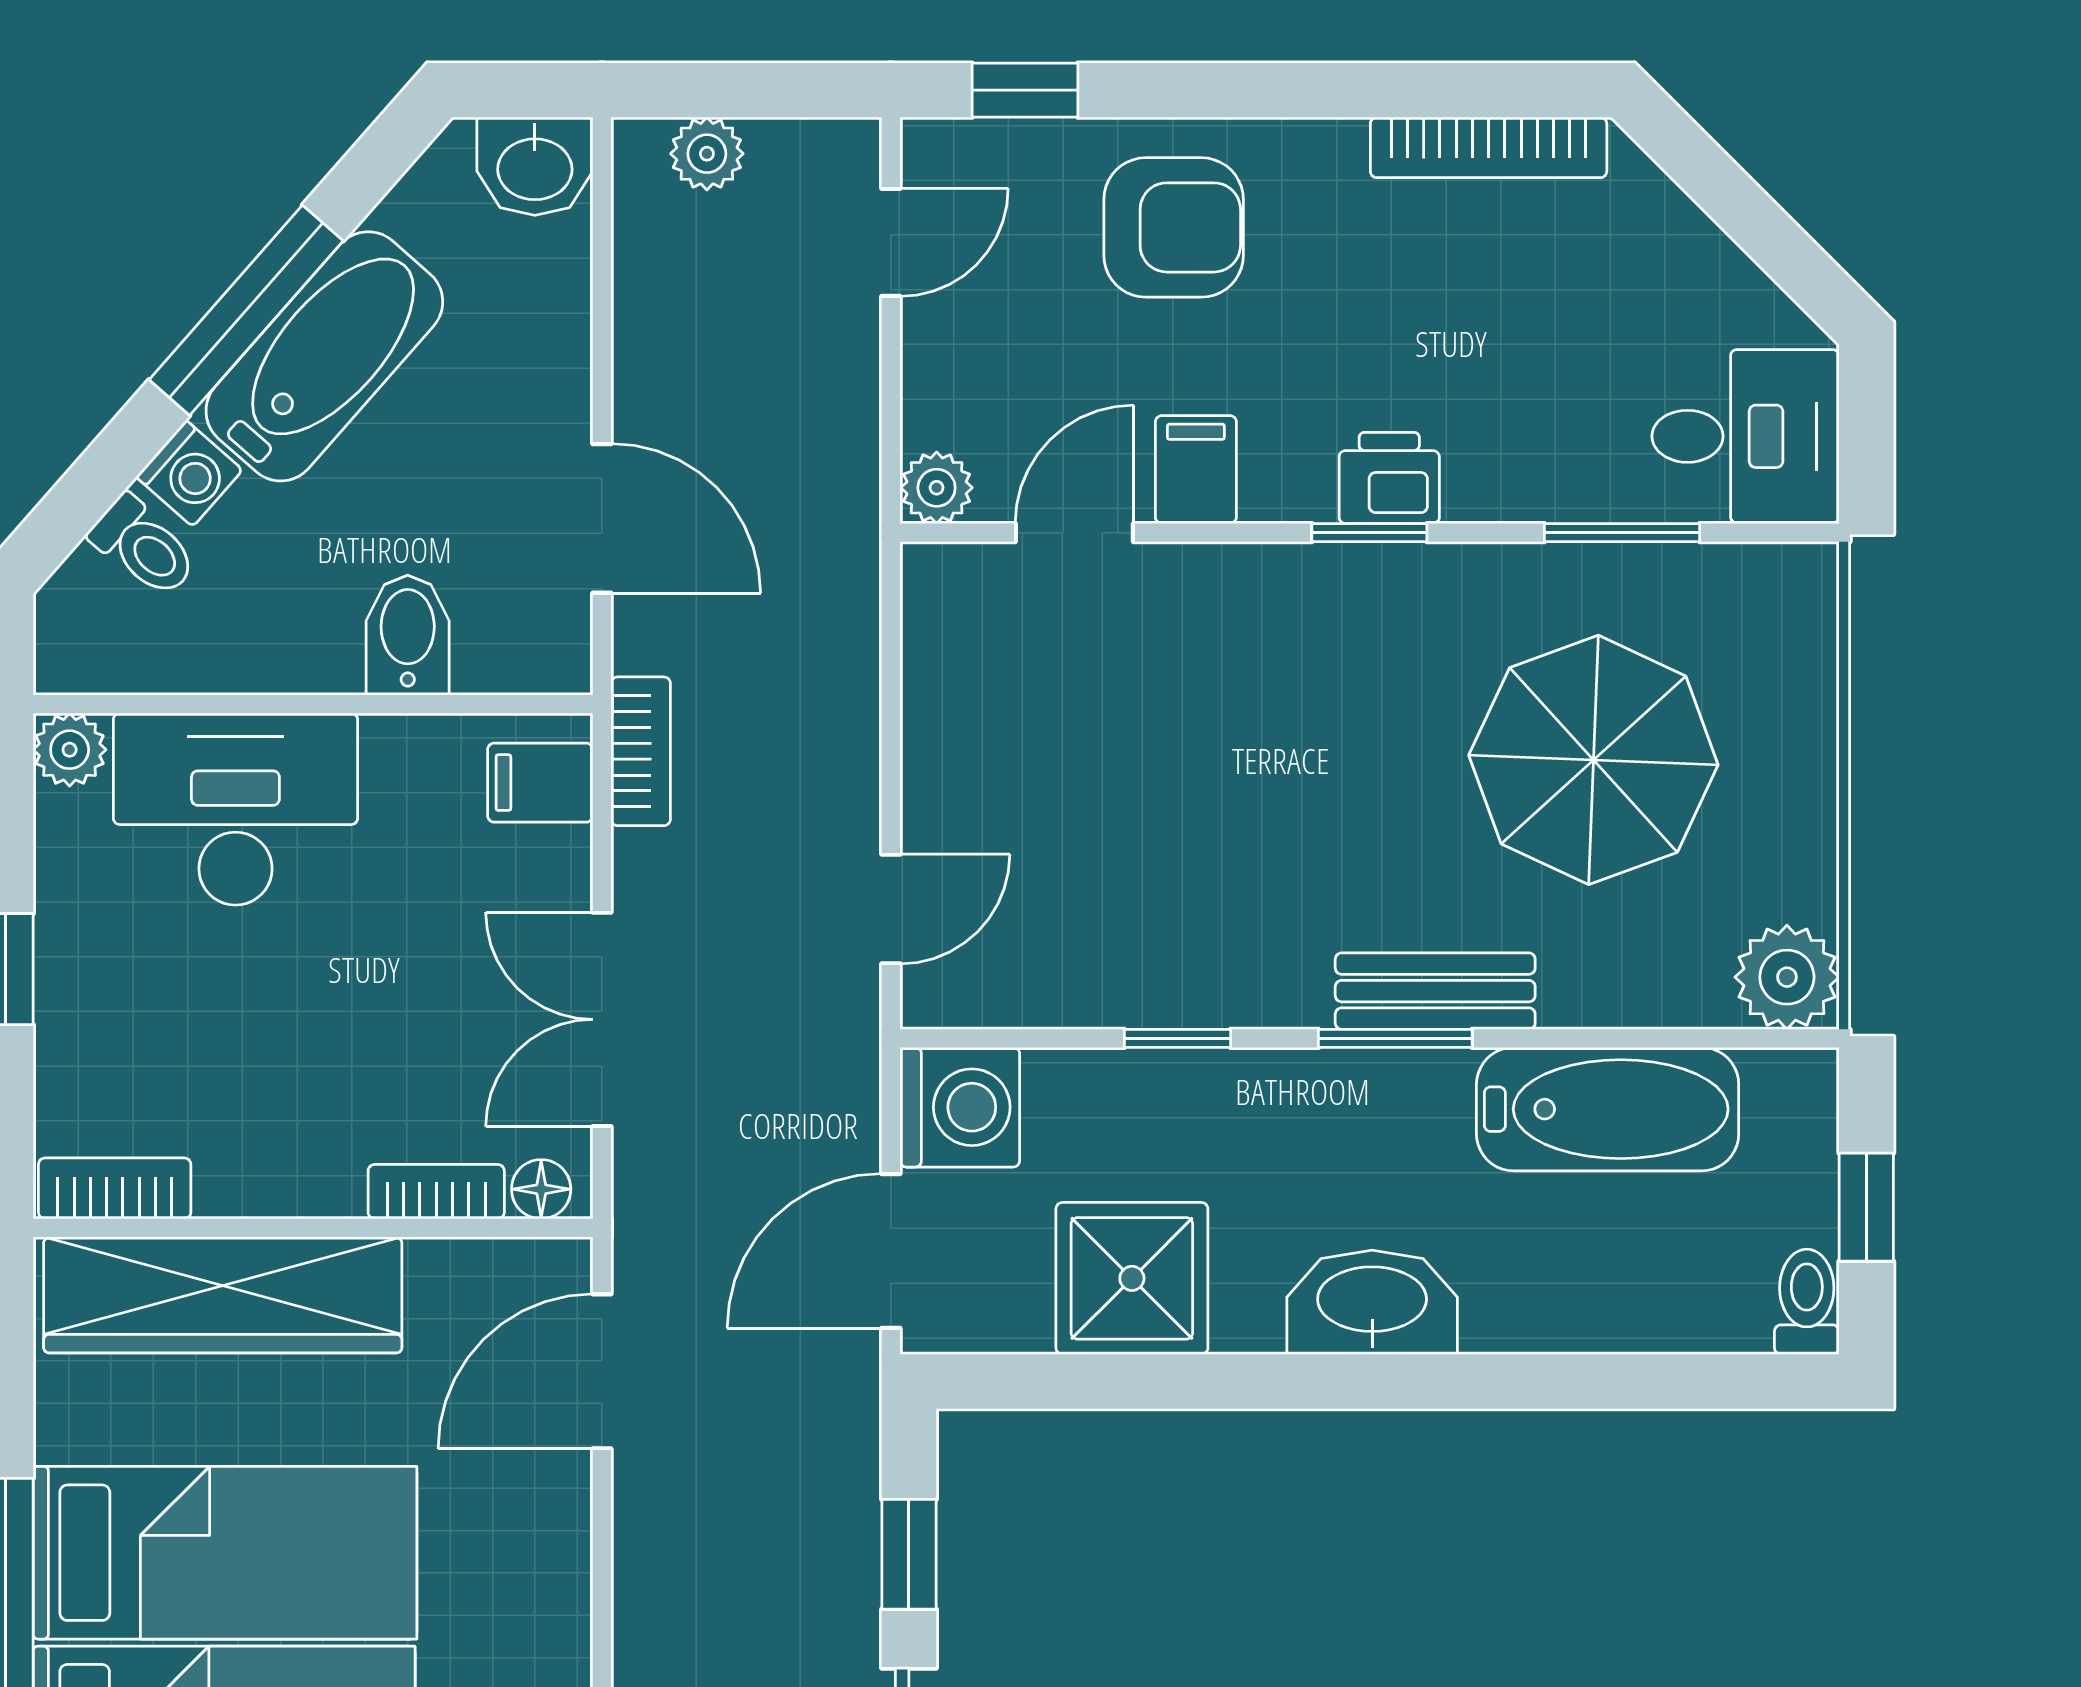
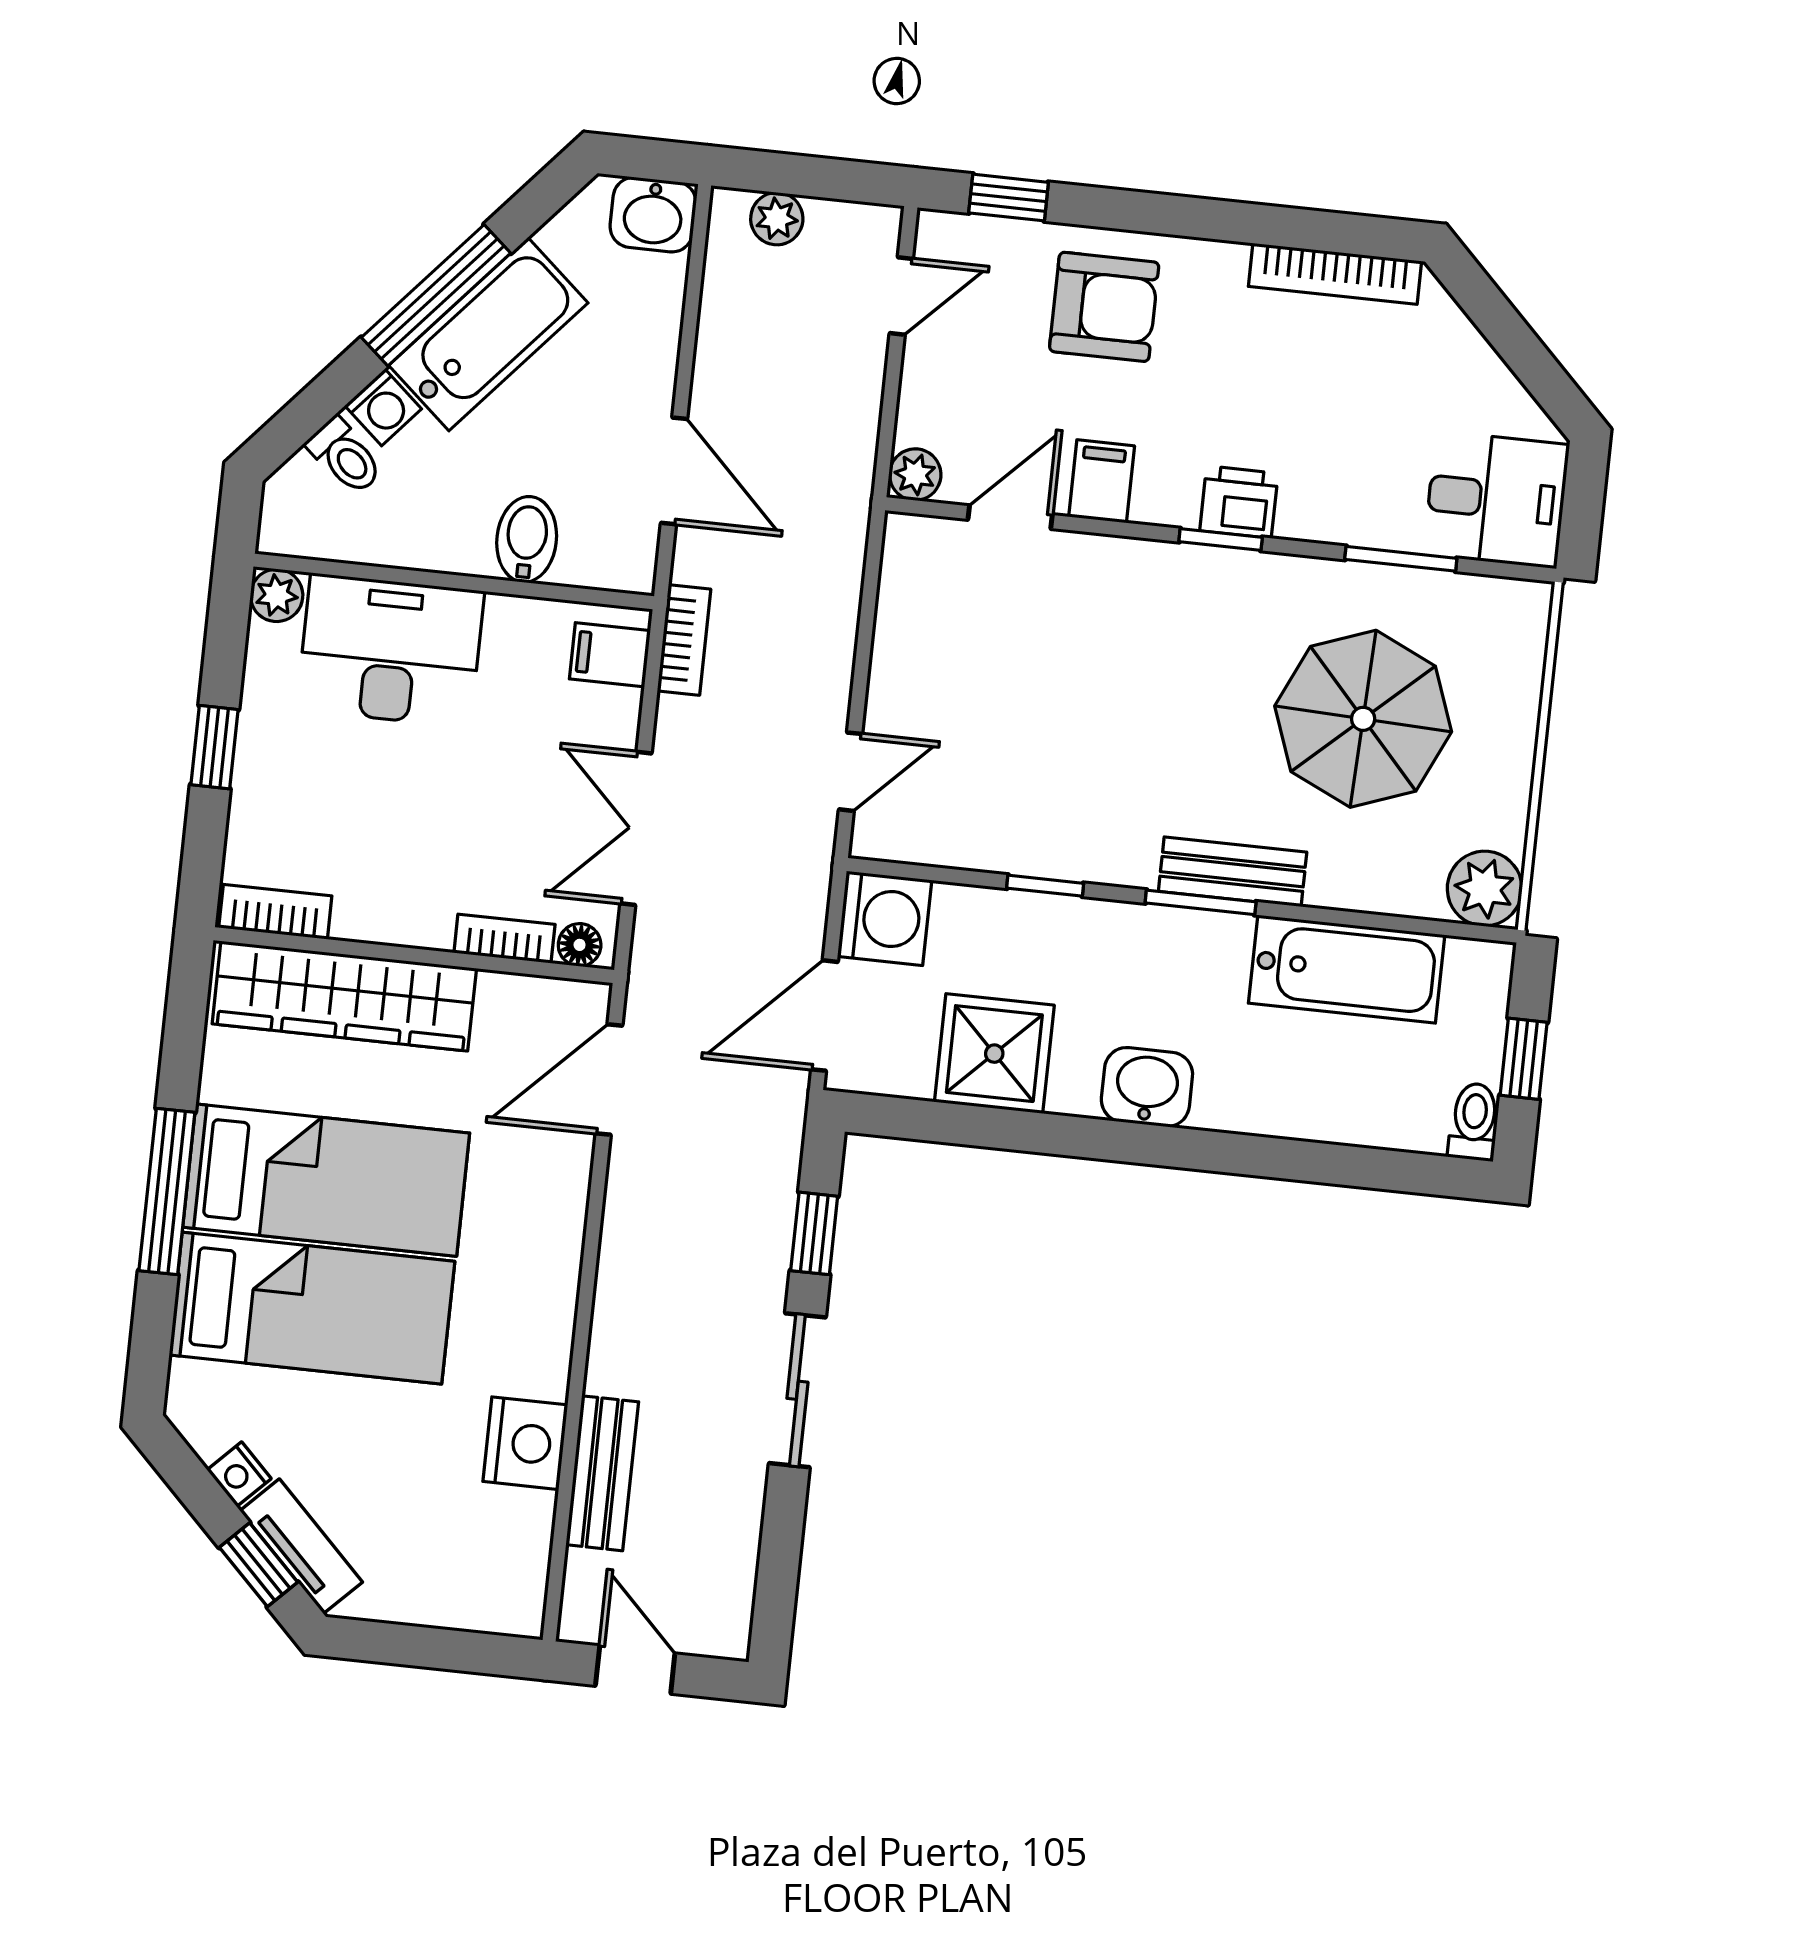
washbasin: (1372, 1302) -> (1147, 1087), width x0.72

